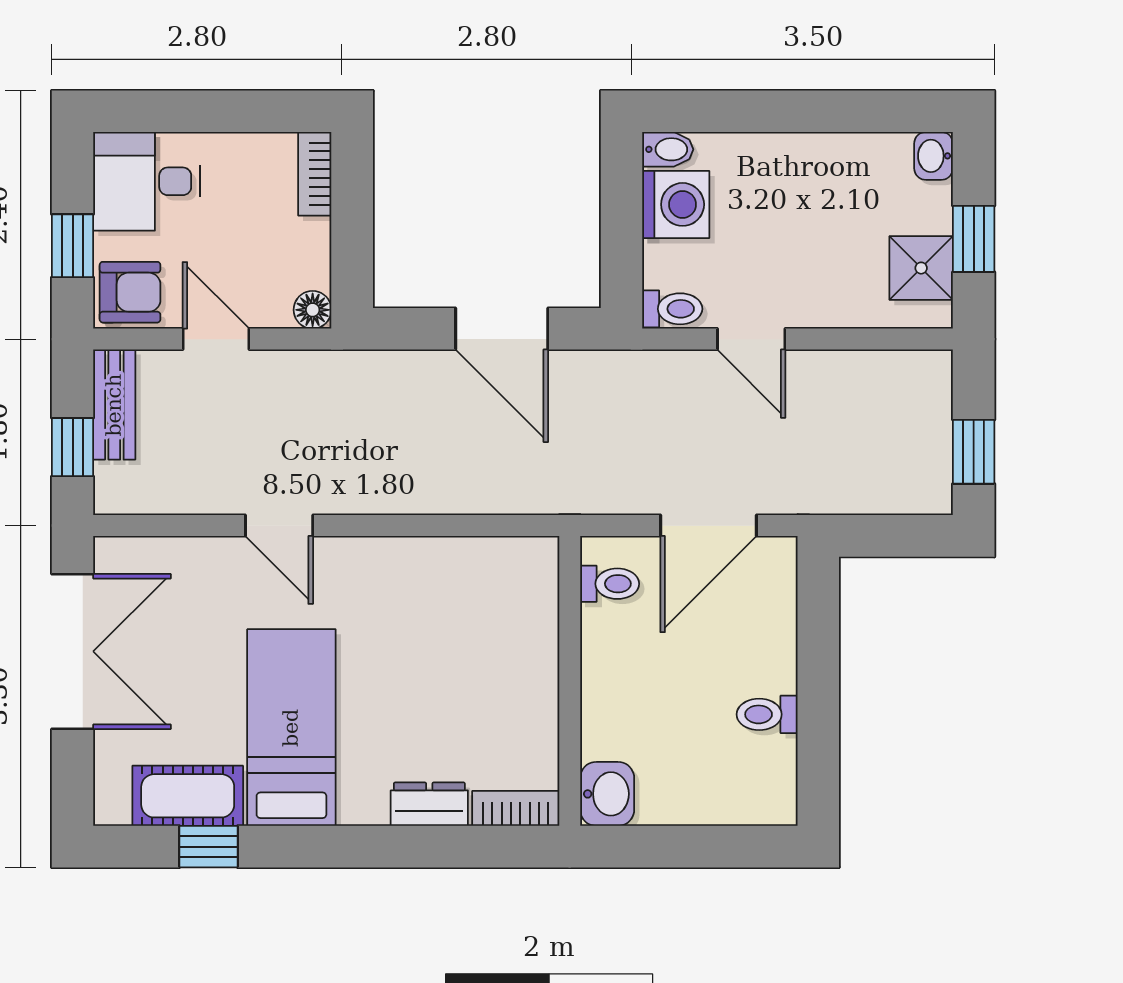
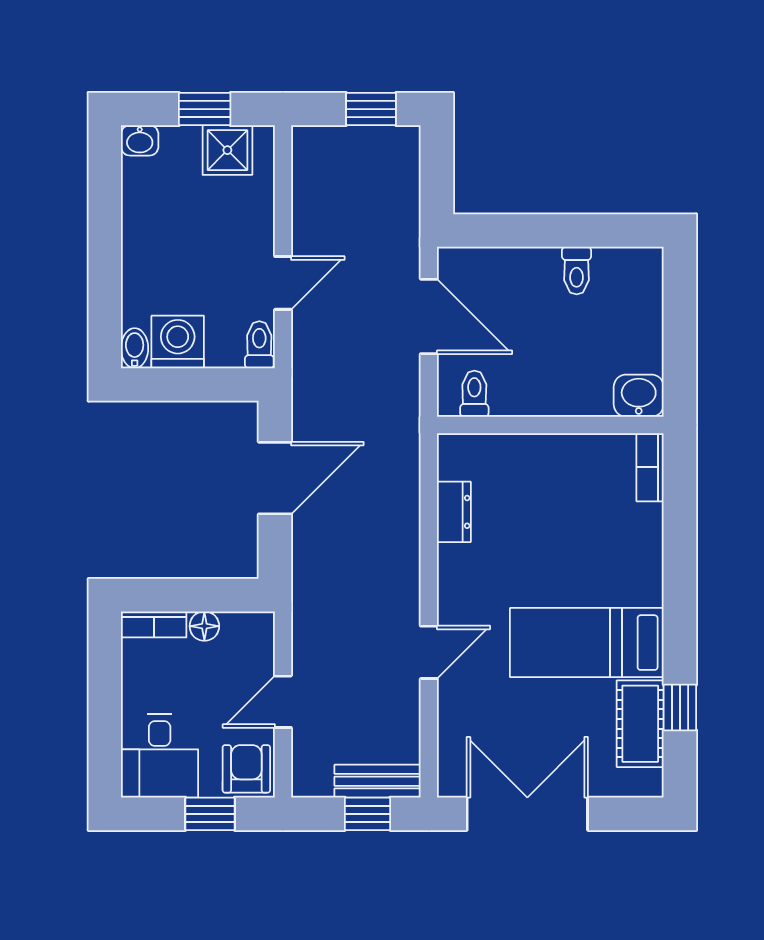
floor lamp: (313, 310) -> (204, 626), moved
bench: (114, 405) -> (378, 781), moved
dresser: (429, 804) -> (454, 512), moved, turned 180

